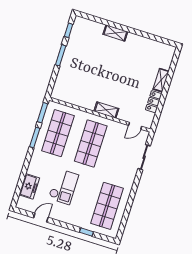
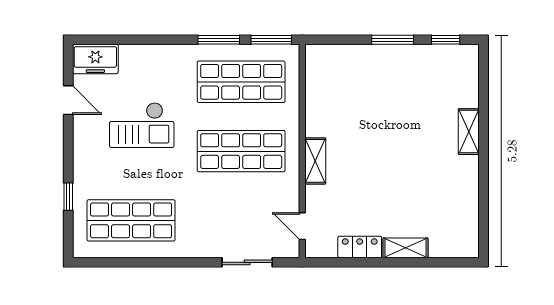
freezer: (29, 186) -> (95, 59), moved

